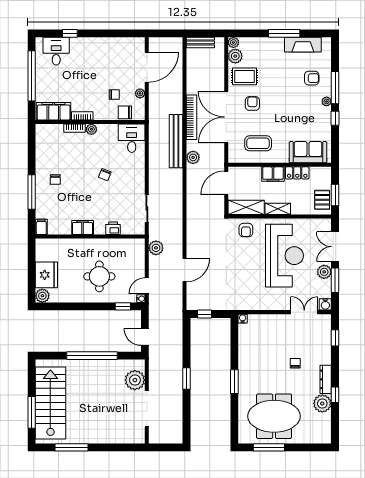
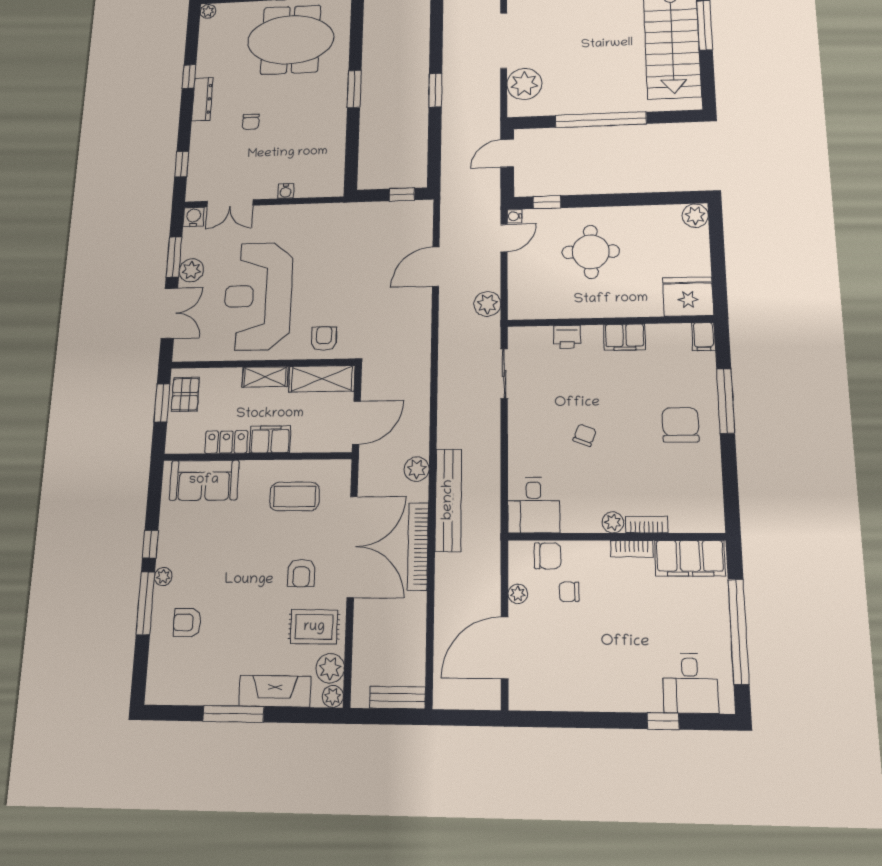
fireplace: (303, 45) -> (275, 691), moved
chair: (55, 180) -> (680, 425), width x1.87, depth x1.87
fridge: (46, 275) -> (688, 297), moved, turned 90
water cooler: (243, 319) -> (286, 191), moved
door: (145, 337) -> (507, 153), swing flipped
plant: (322, 403) -> (208, 11), moved, width x0.53, depth x0.53

